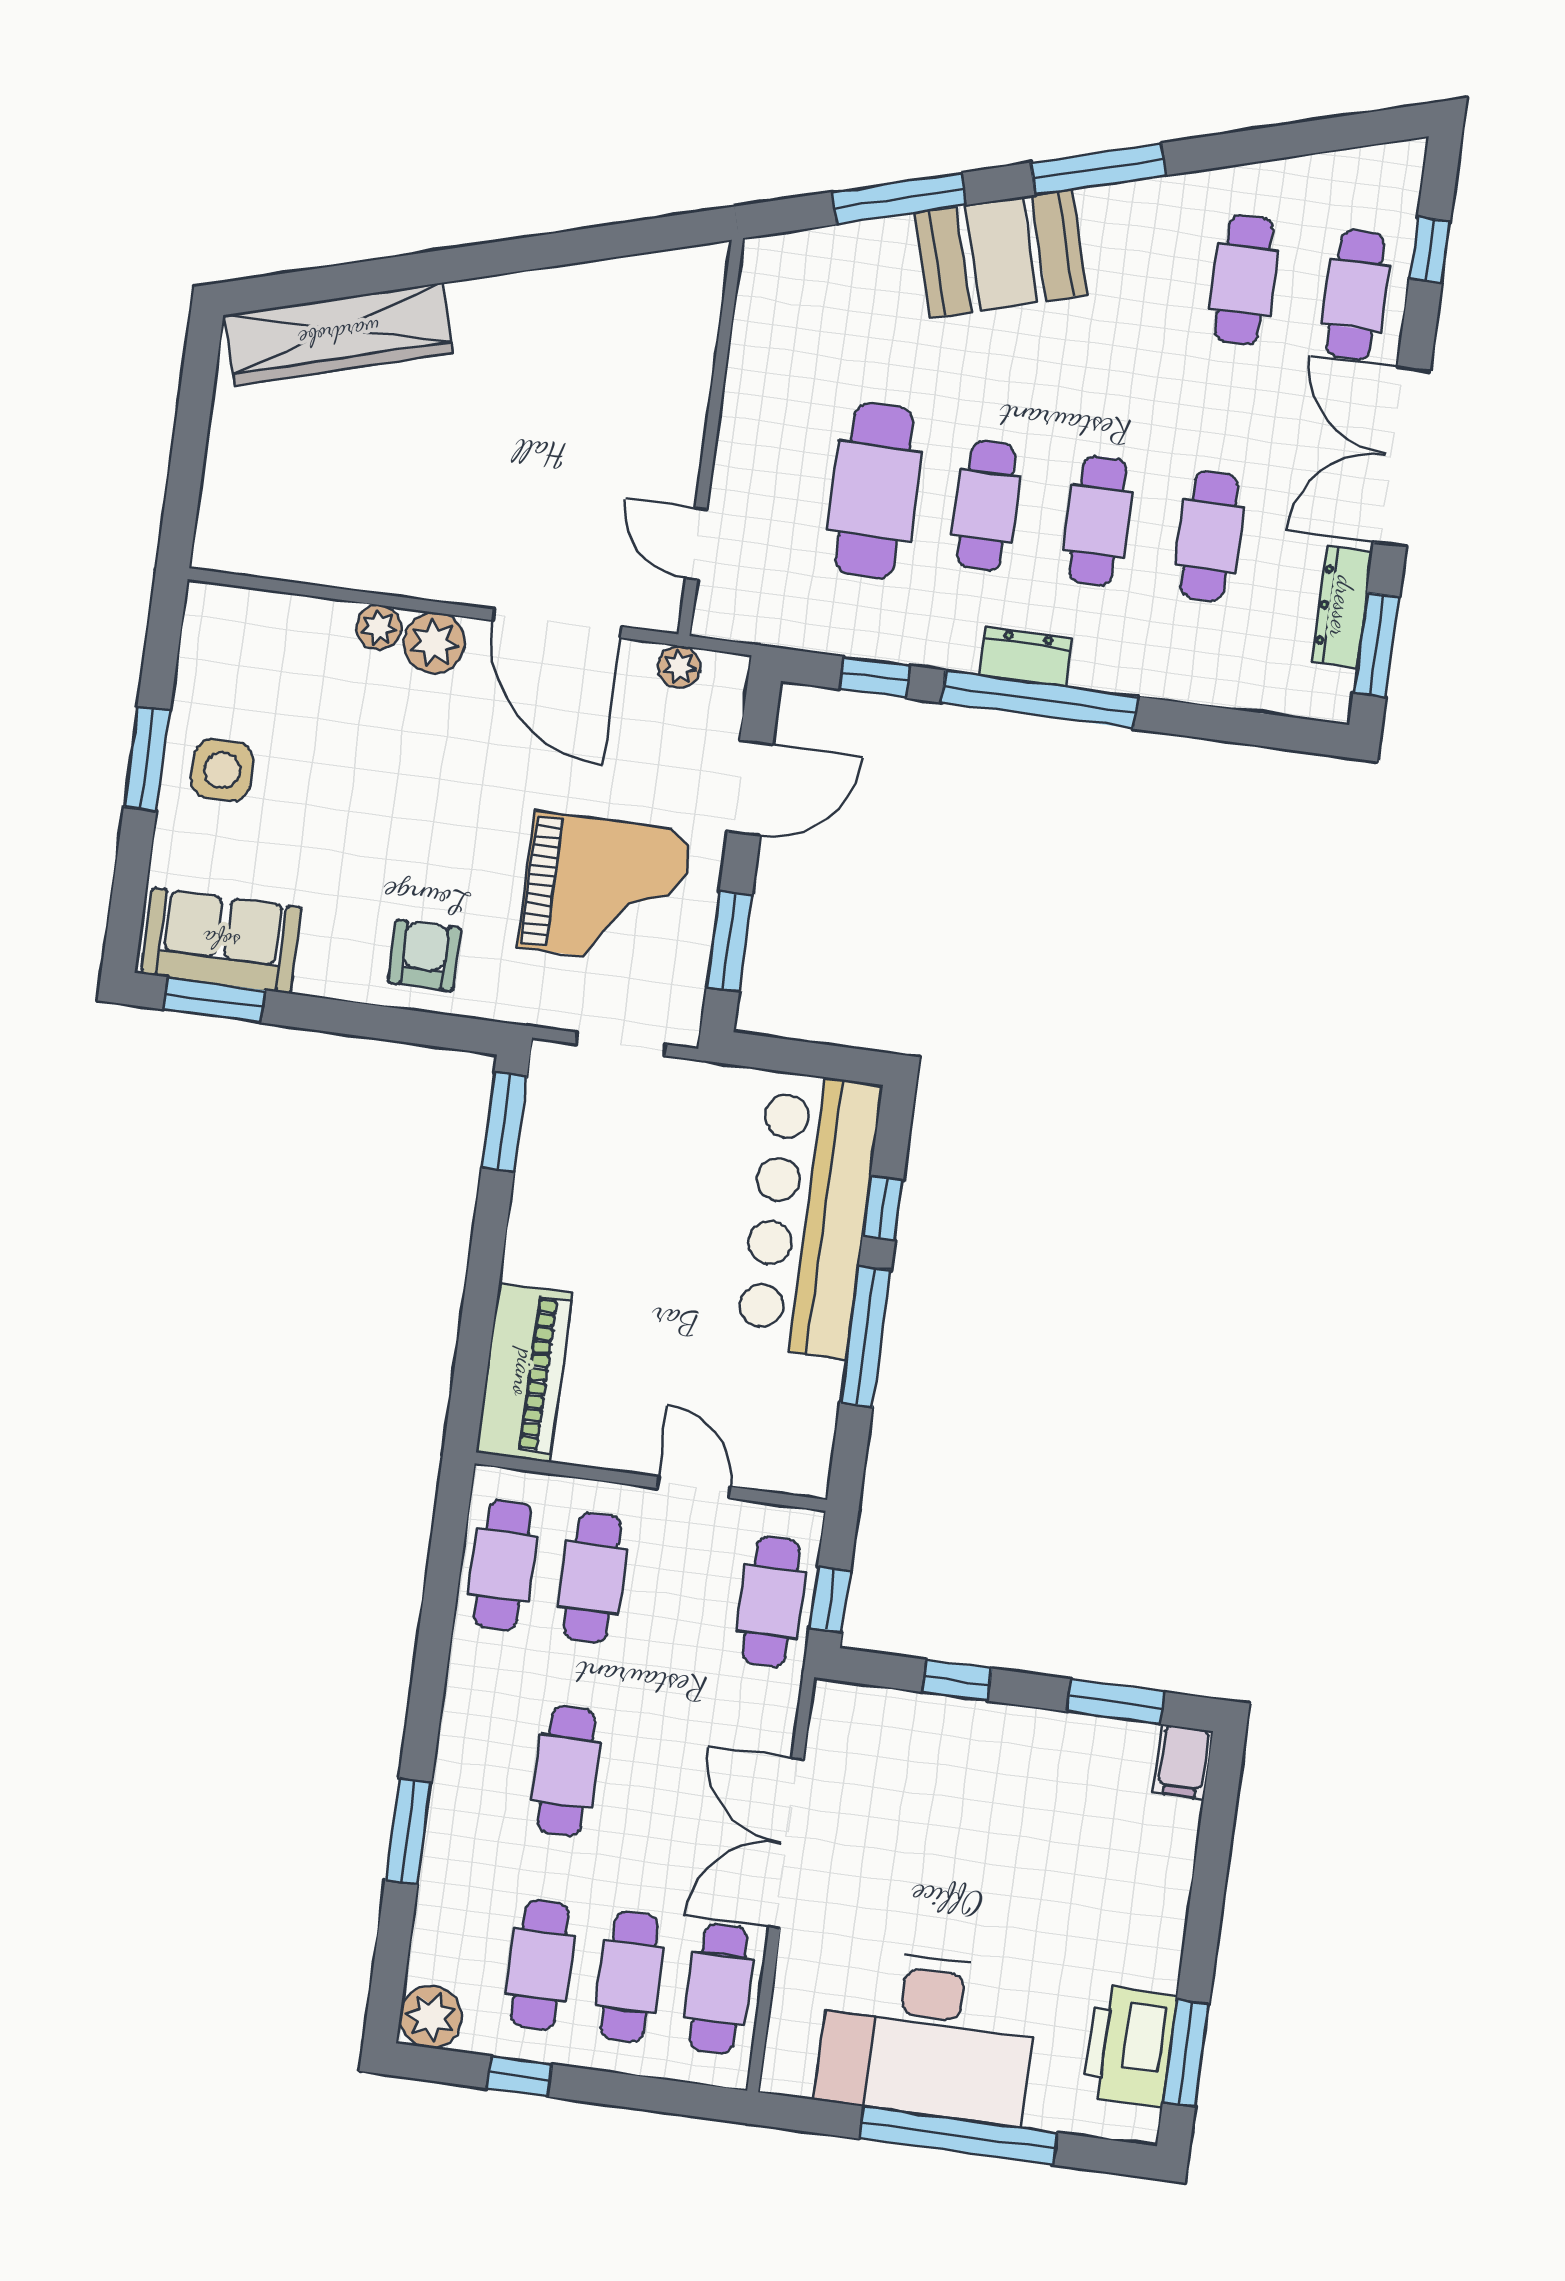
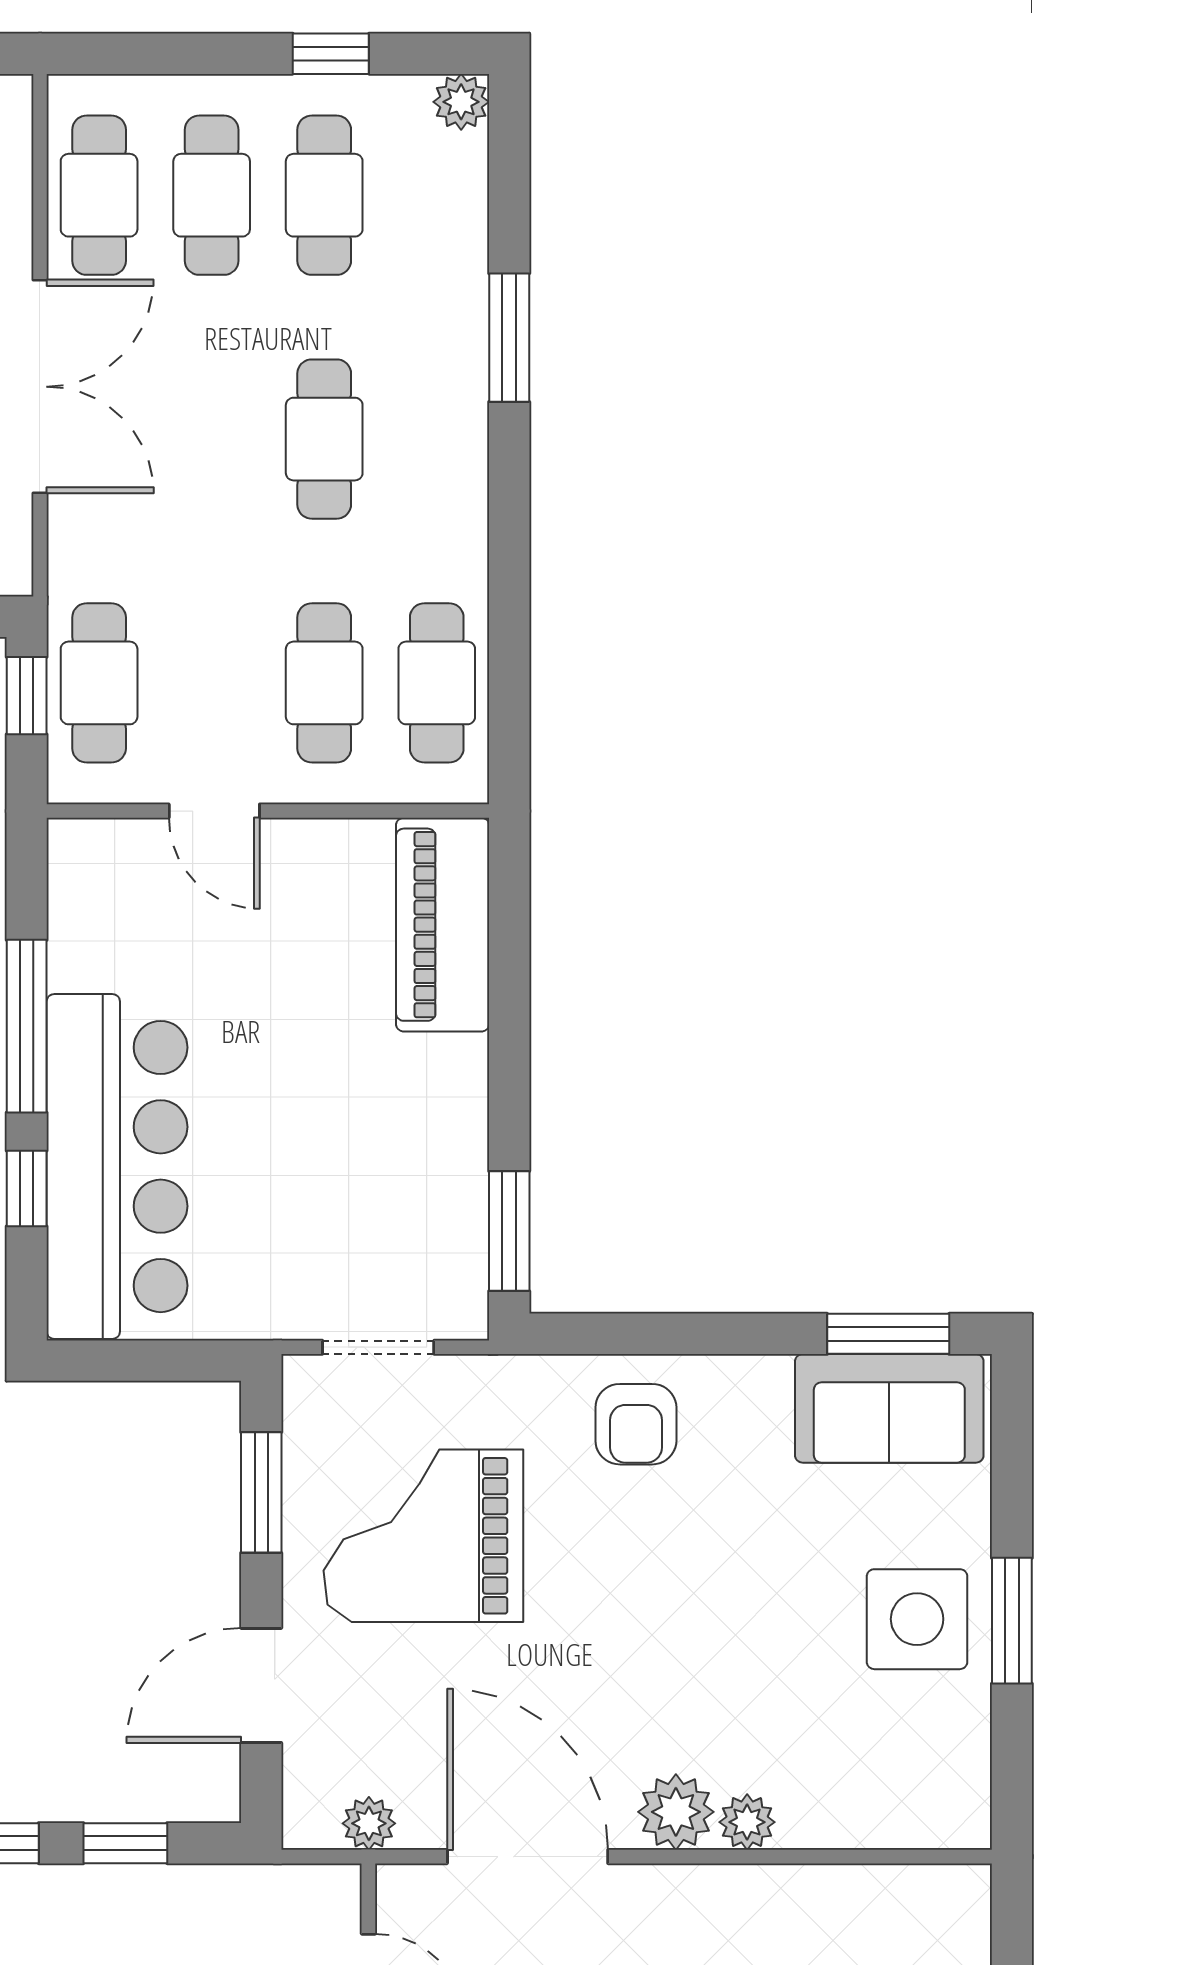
side table: (222, 770) -> (917, 1619), width x1.37, depth x1.37
plant: (431, 2017) -> (461, 102), width x0.73, depth x0.73

